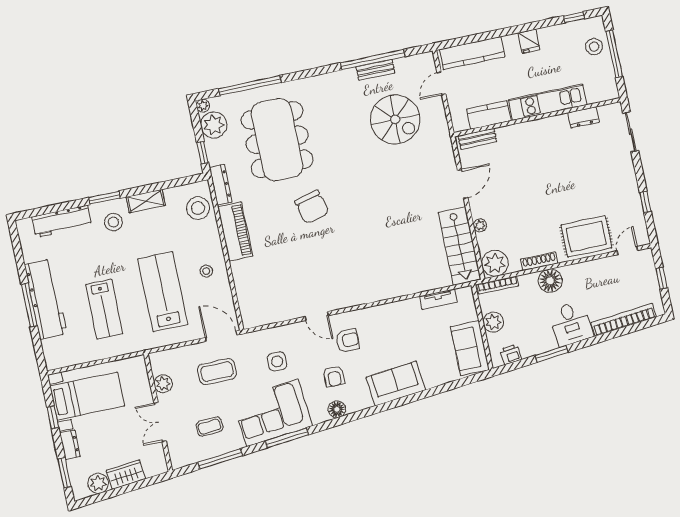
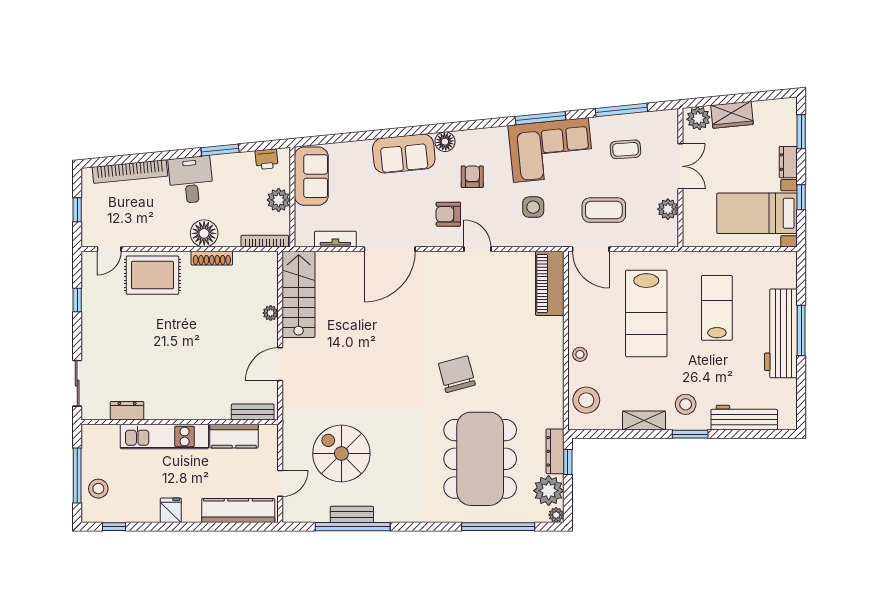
dresser: (221, 185) -> (555, 451), moved
piano: (235, 231) -> (550, 283), moved
plant: (495, 263) -> (263, 266), removed
stool: (206, 271) -> (580, 354), moved
door: (391, 300) -> (390, 249), added
floor lamp: (337, 409) -> (445, 142), moved
plant: (98, 483) -> (698, 118), moved

